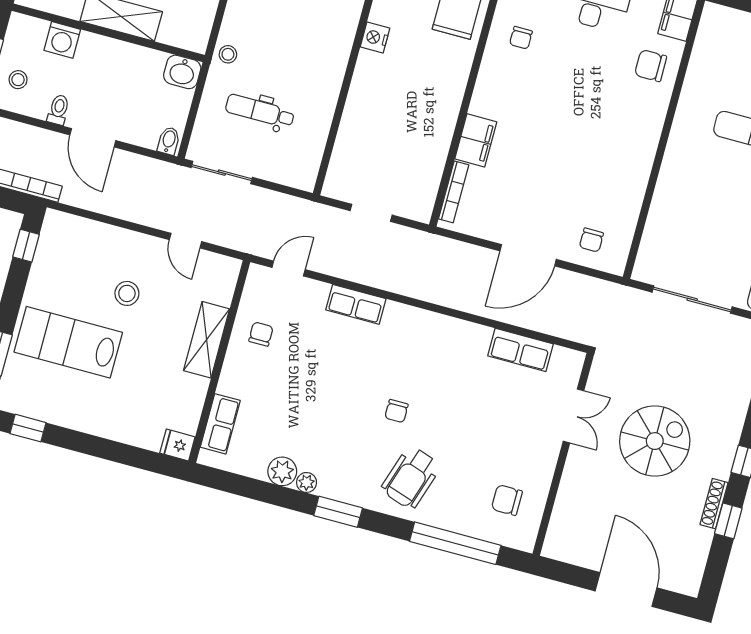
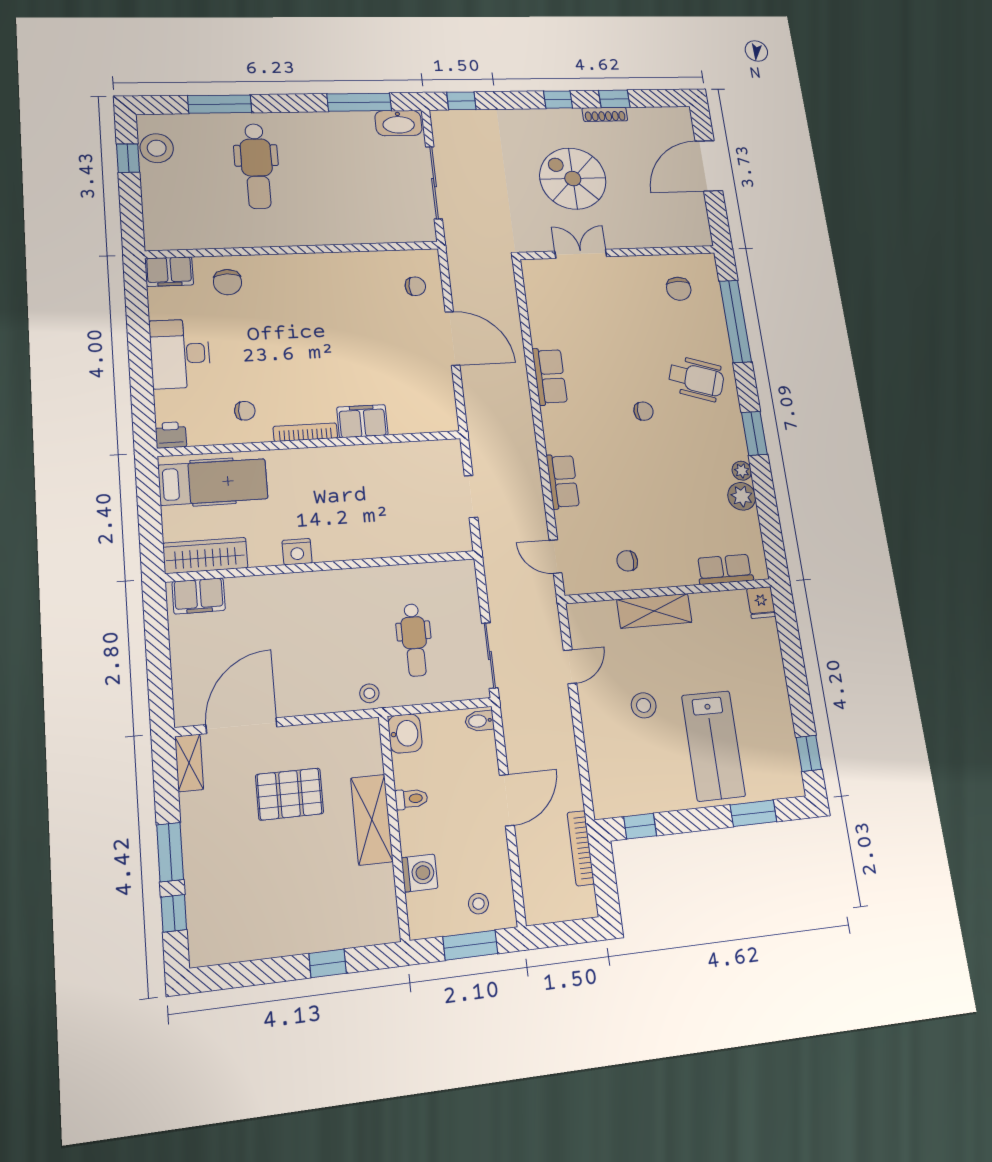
toilet: (58, 110) -> (411, 799), moved, turned 180
bookcase: (454, 192) -> (305, 432), moved
row of seats: (520, 350) -> (550, 376), moved

